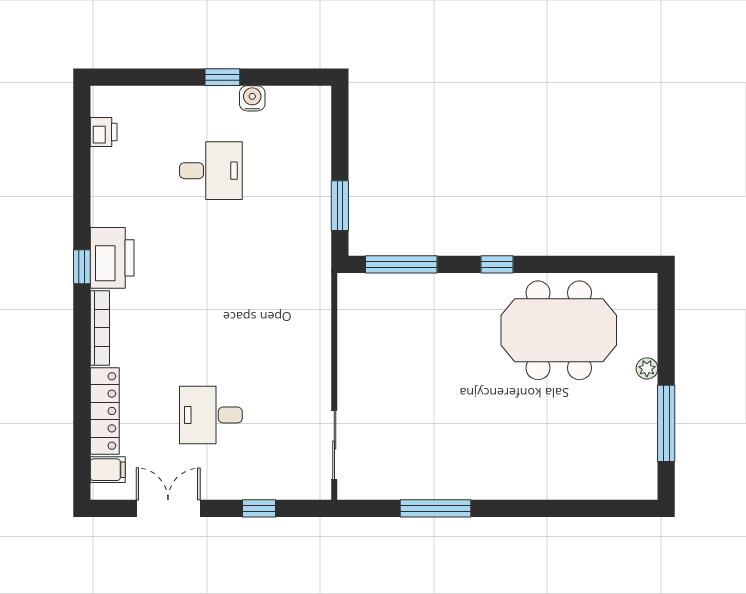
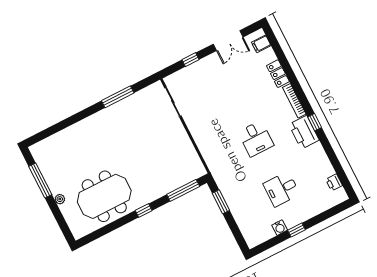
locker: (105, 411) -> (278, 74), width x0.66
desk: (211, 415) -> (256, 139), moved, turned 90

